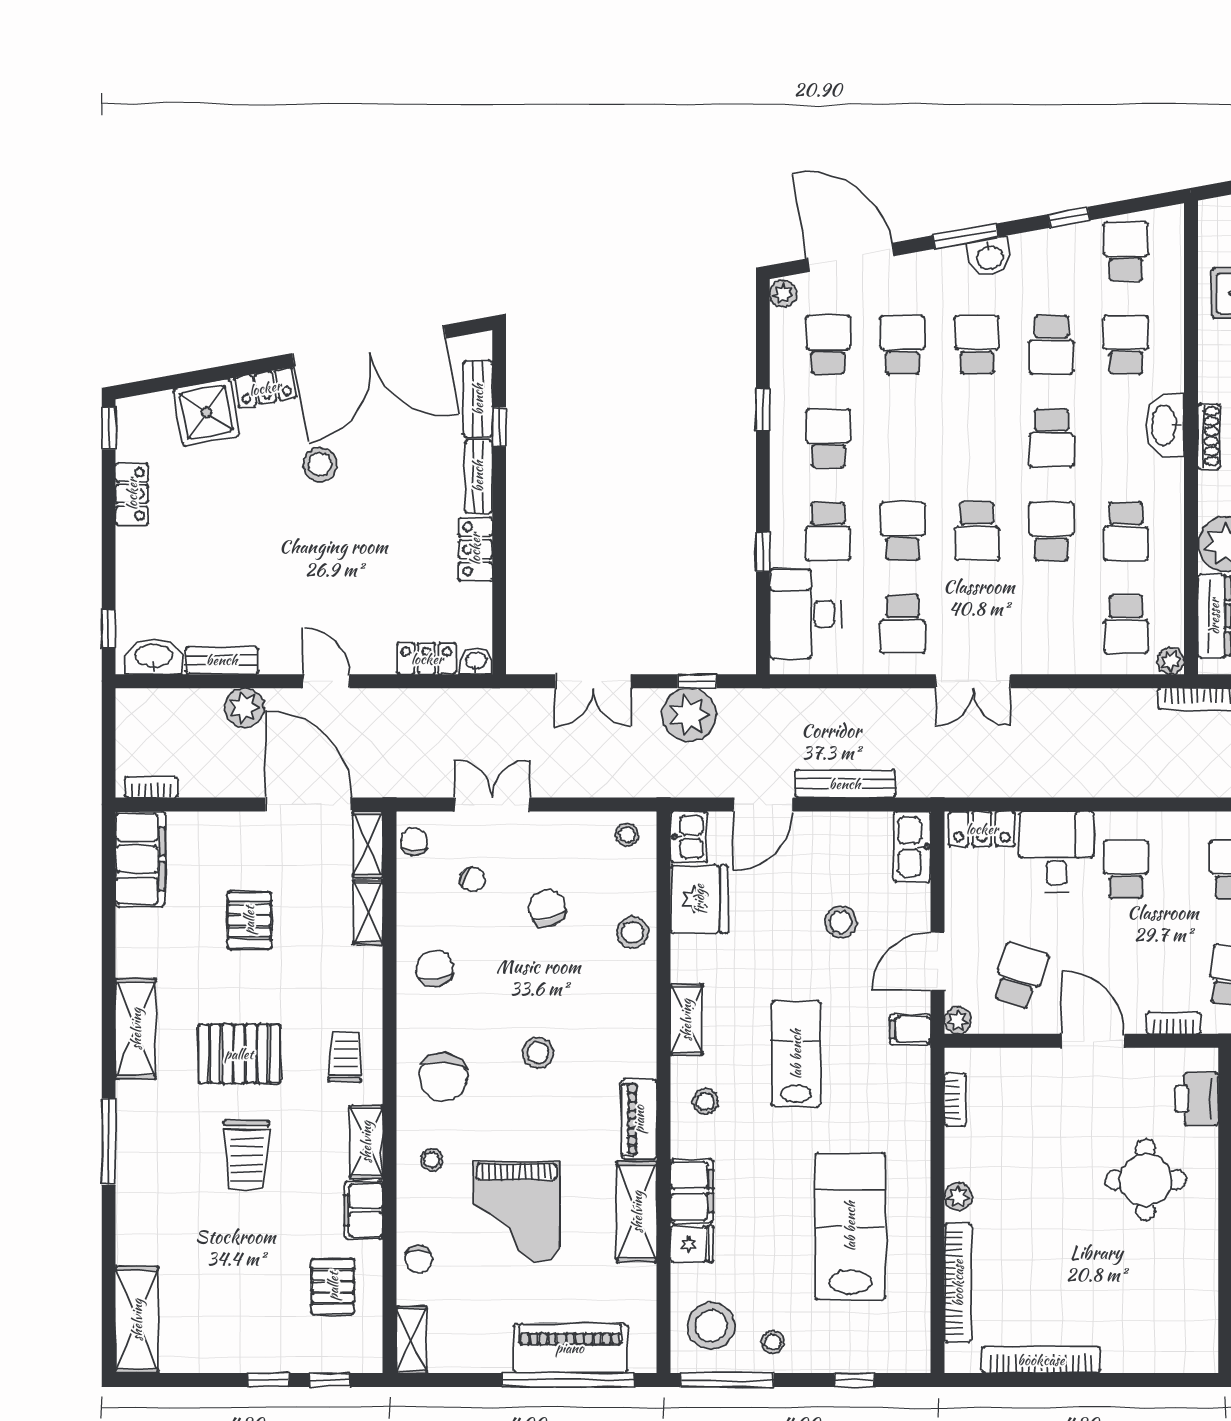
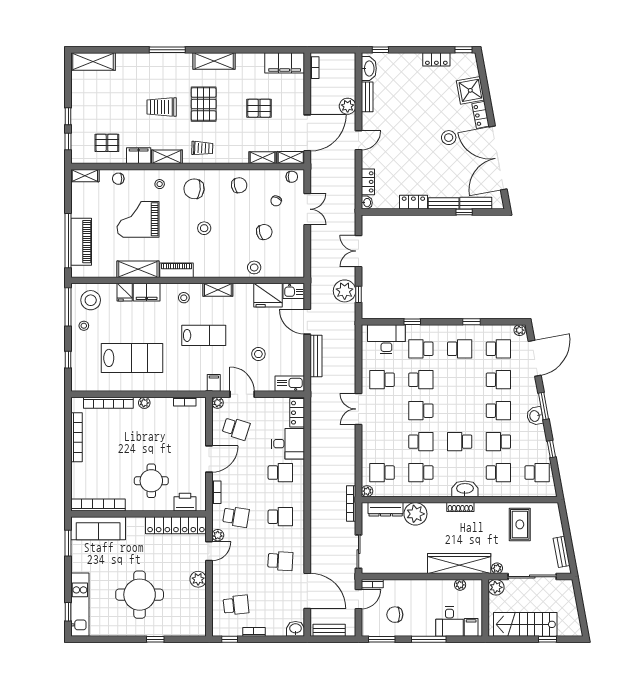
stool: (627, 835) -> (295, 265), removed
bookcase: (1204, 1308) -> (98, 505), added

